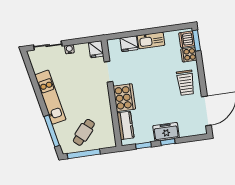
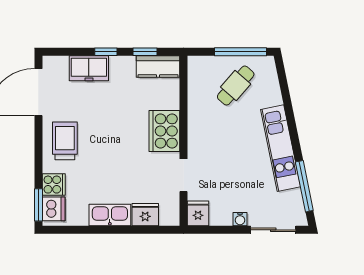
kitchen counter: (125, 125) -> (158, 66), moved, turned -90
window: (52, 131) -> (304, 186), moved
freezer: (166, 132) -> (89, 68), moved

